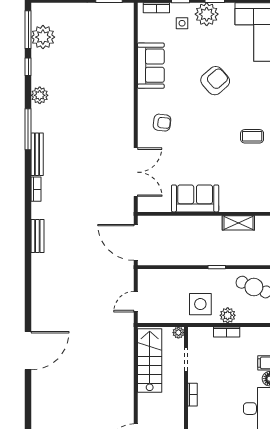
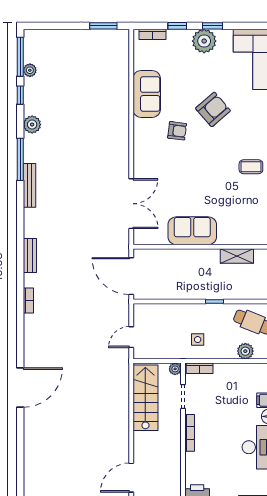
side table: (182, 23) -> (179, 50), removed
plant: (43, 37) -> (30, 70), width x0.53, depth x0.53
armchair: (162, 123) -> (177, 131), moved
bookcase: (36, 189) -> (28, 300), moved
bench: (37, 236) -> (30, 256), moved
side table: (200, 304) -> (198, 340), width x0.54, depth x0.54
plant: (228, 315) -> (245, 351), moved
bookcase: (227, 332) -> (200, 368), moved
bookcase: (192, 395) -> (190, 433), width x1.56

